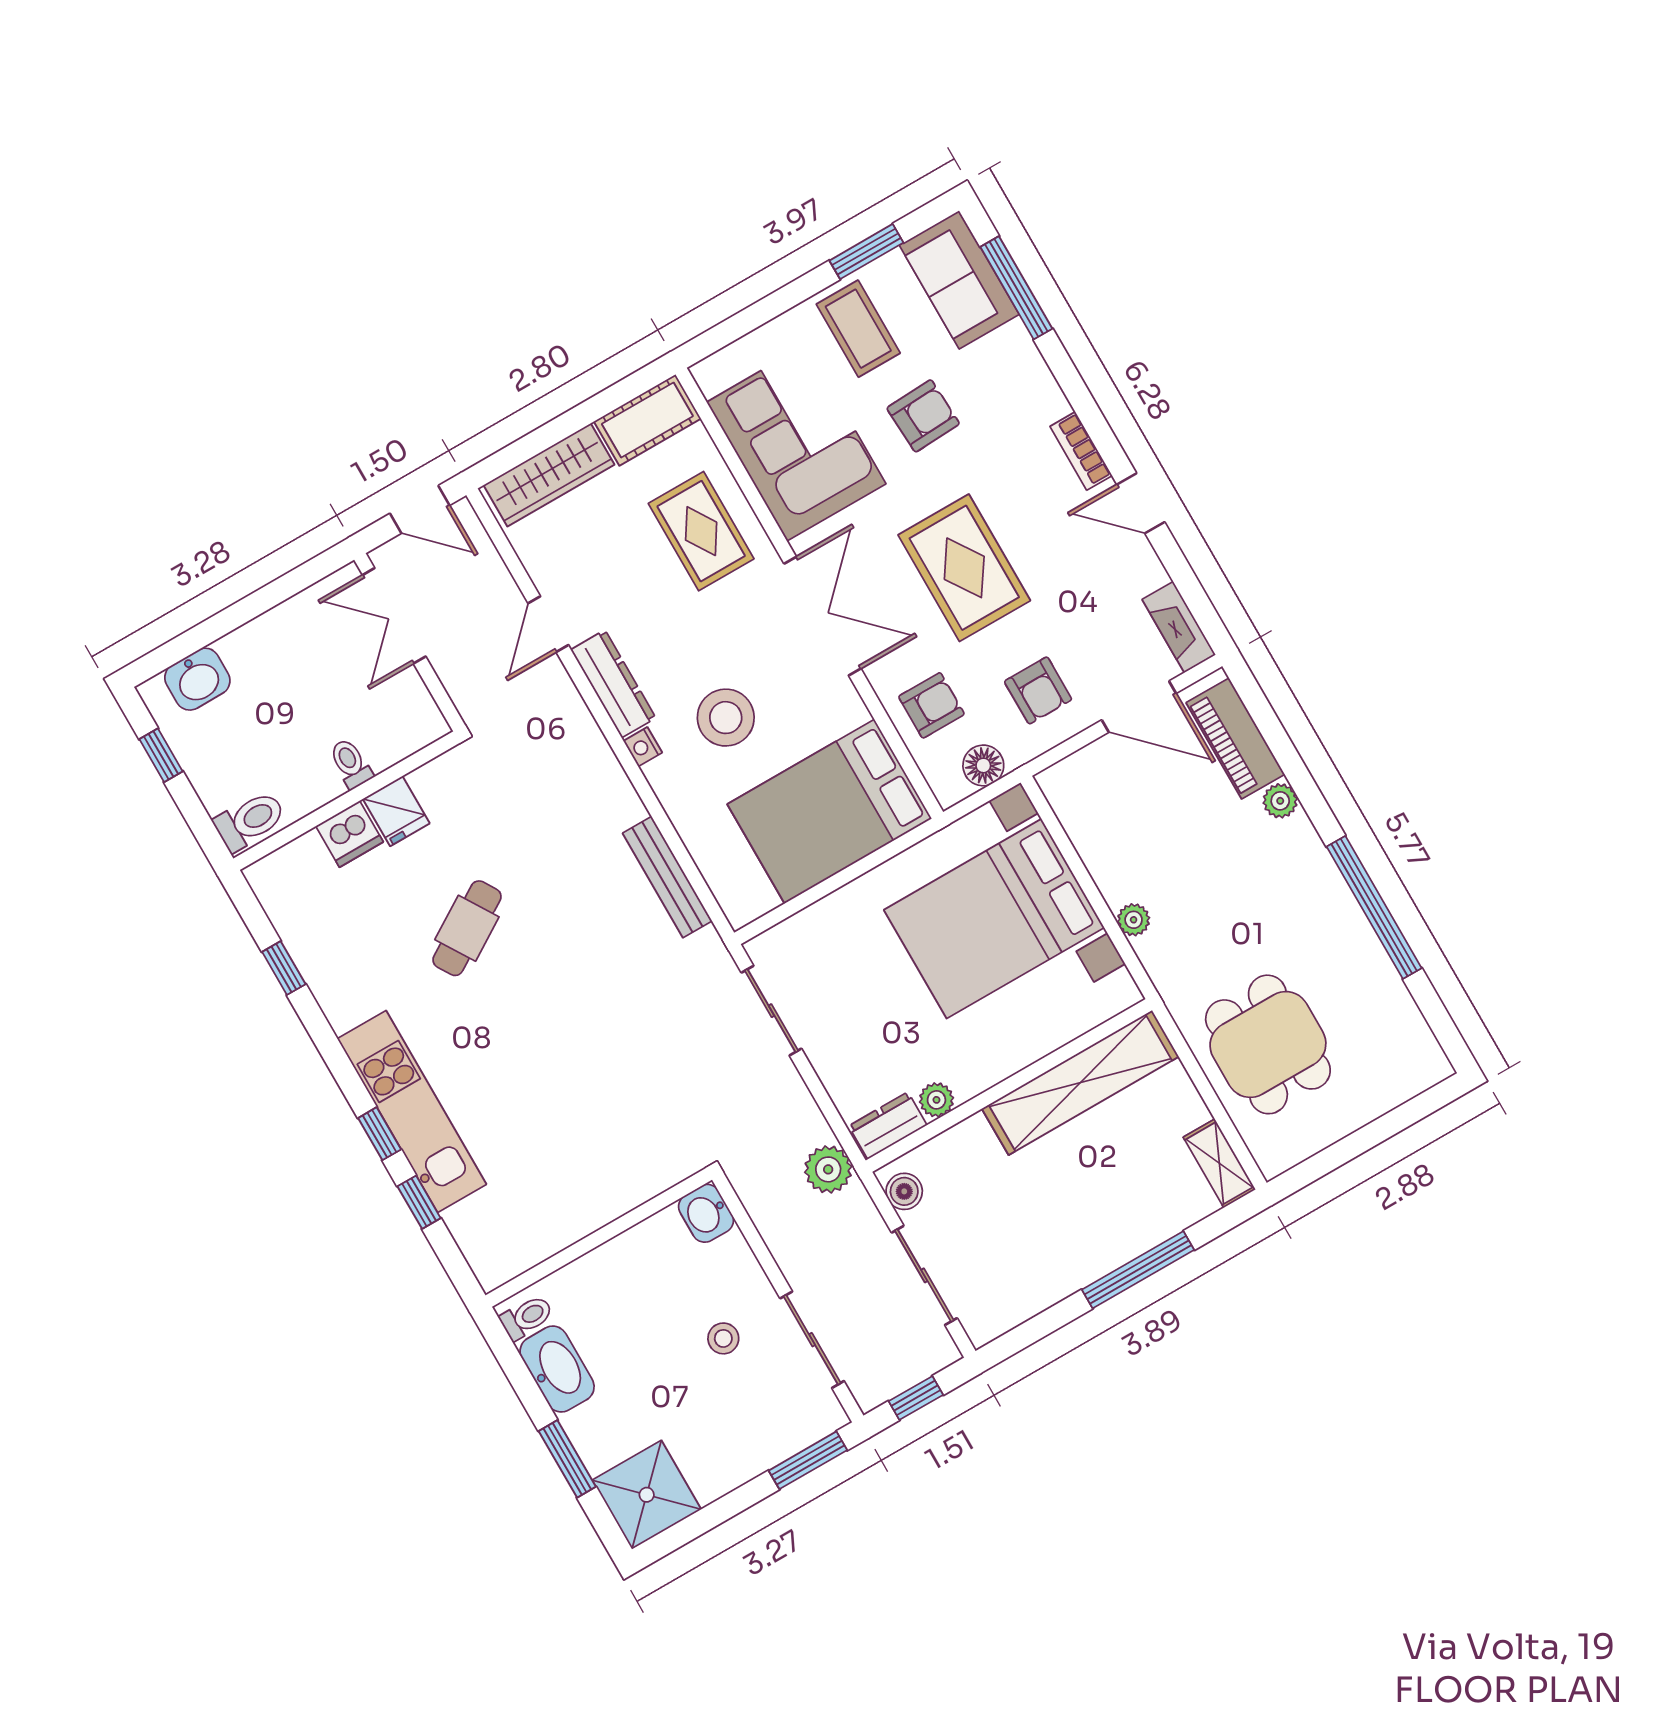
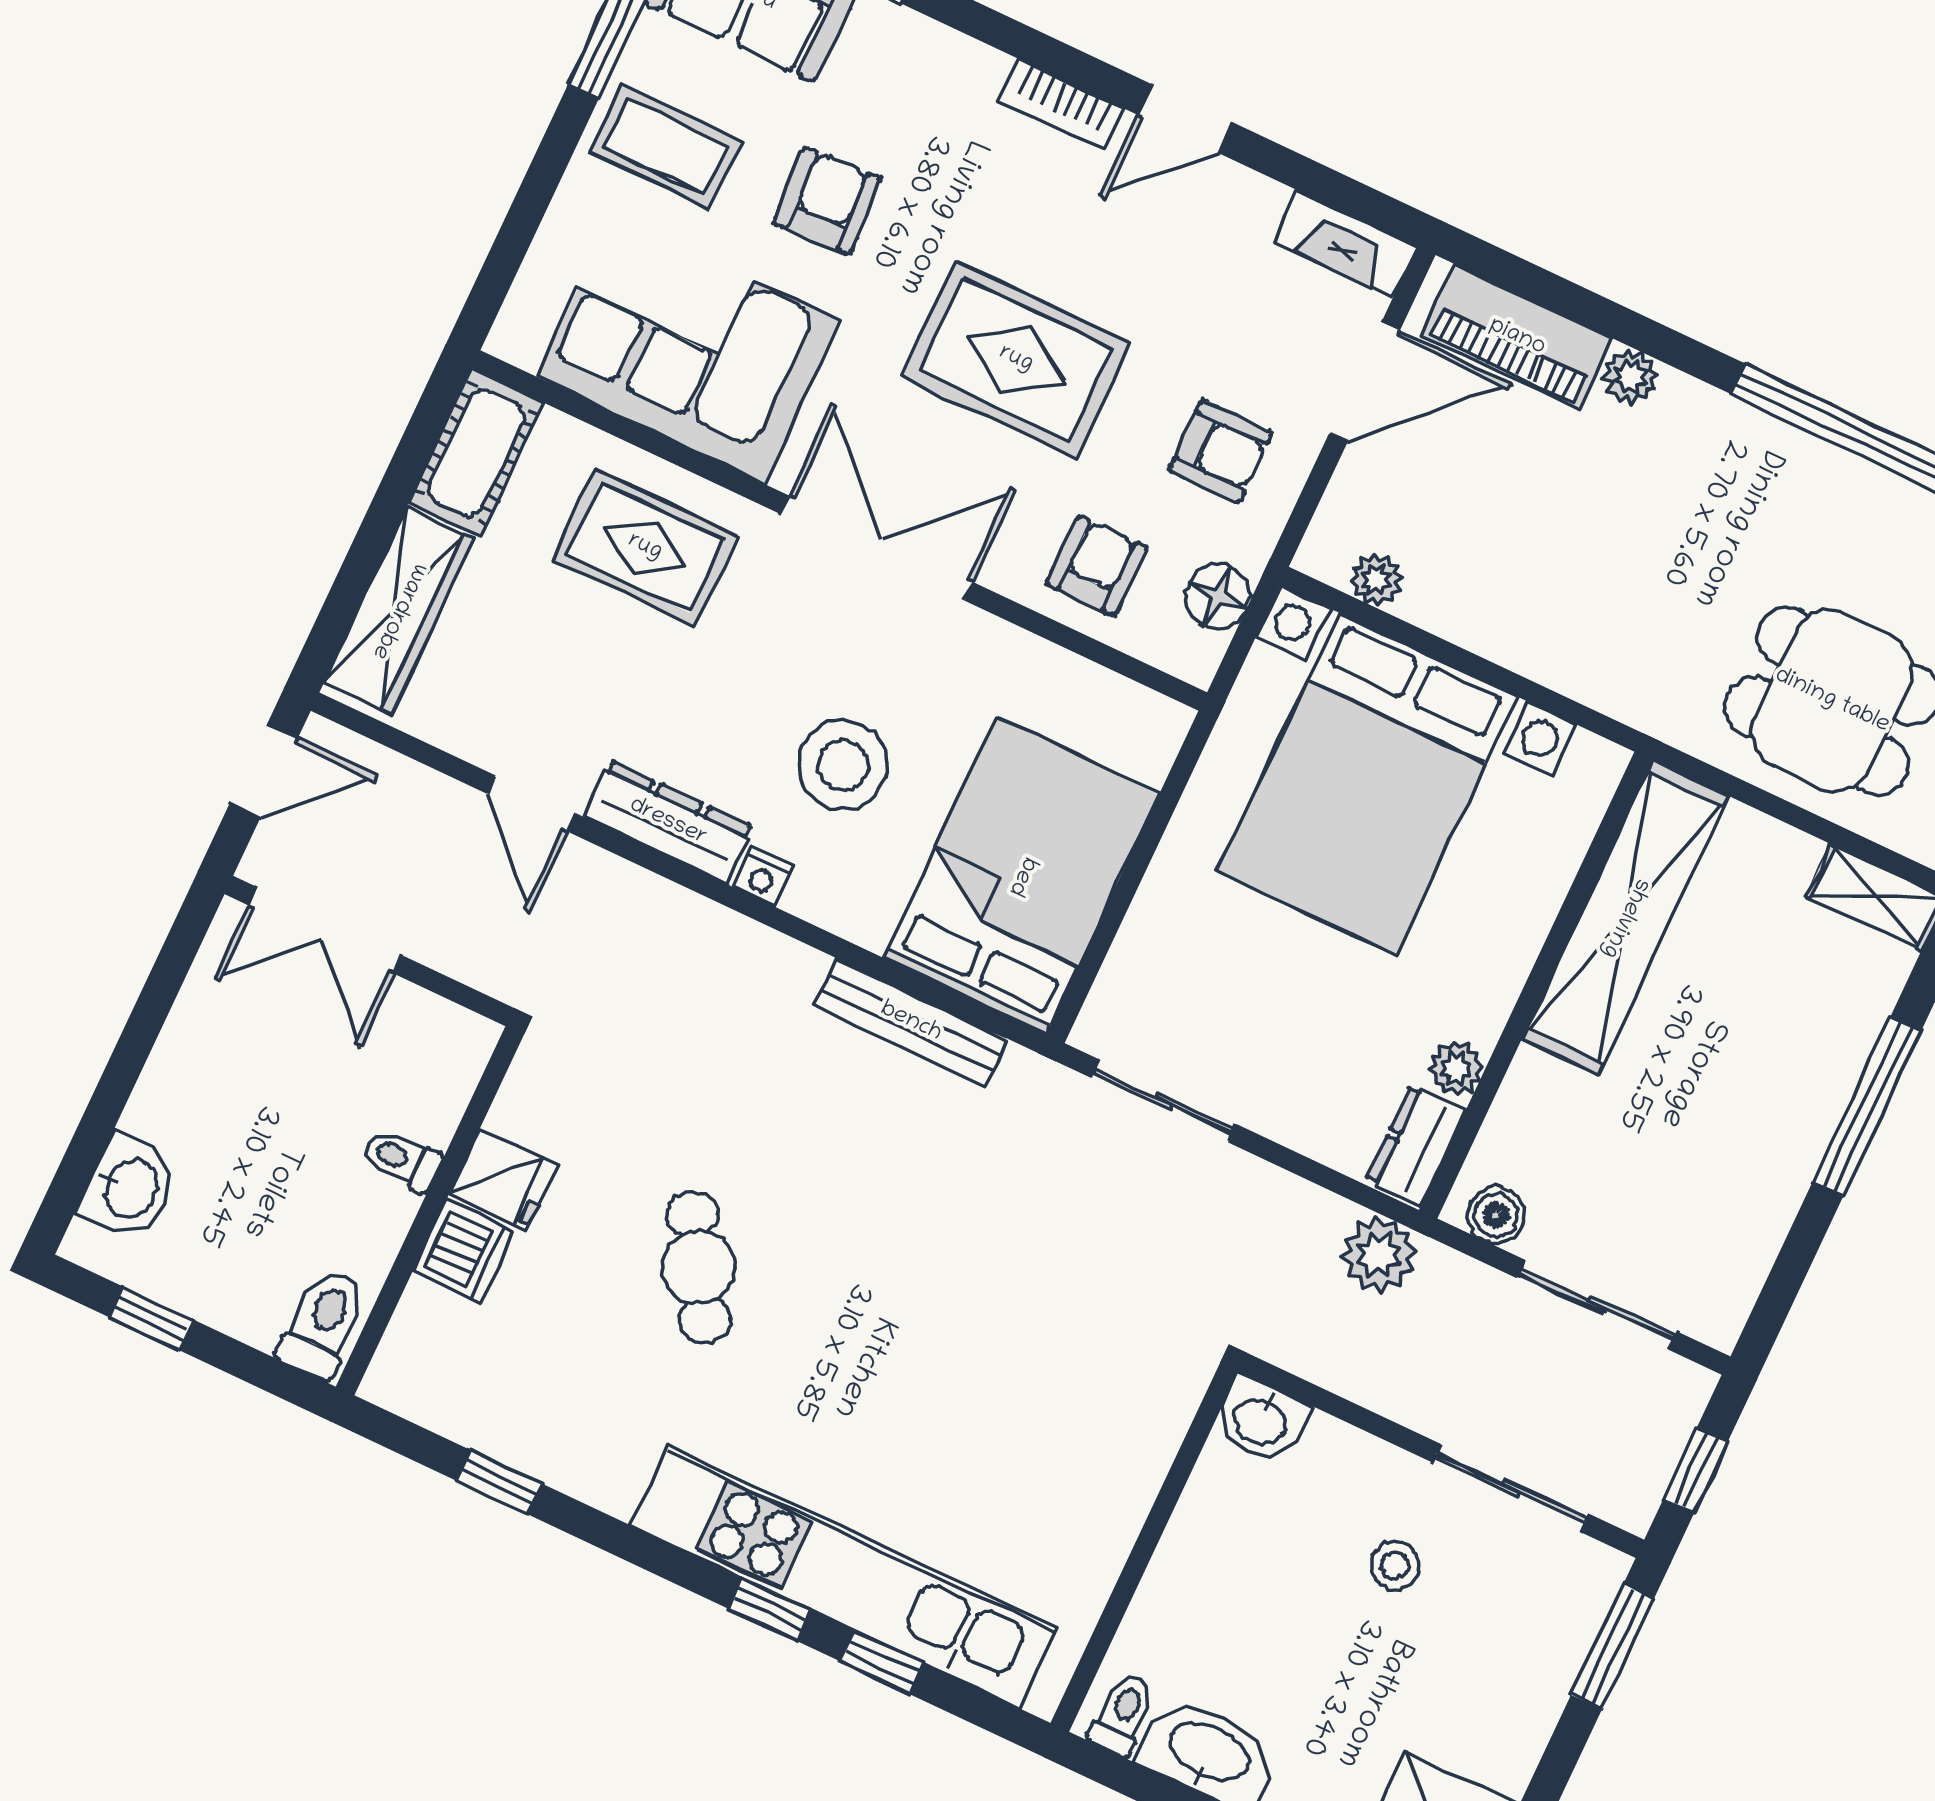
bed: (830, 811) -> (1022, 876), moved, turned 180
plant: (1134, 920) -> (1376, 580), moved
kitchen unit: (412, 1112) -> (843, 1577), width x1.36

